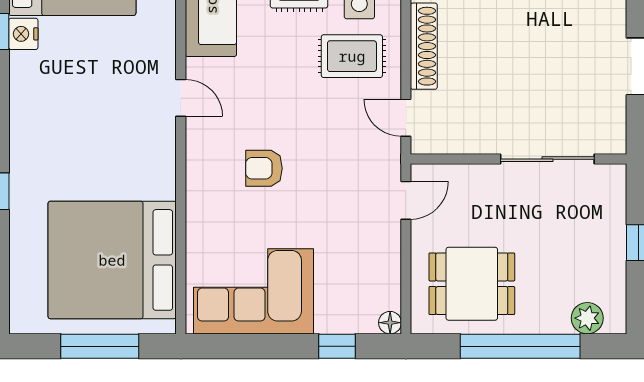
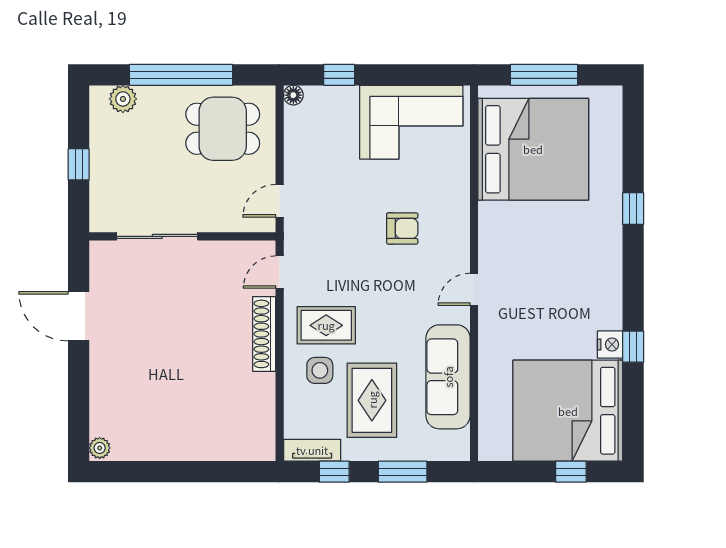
door: (181, 98) -> (474, 289), hinge flipped
door: (406, 118) -> (280, 272), swing flipped

